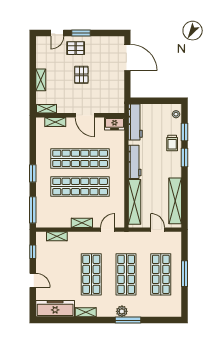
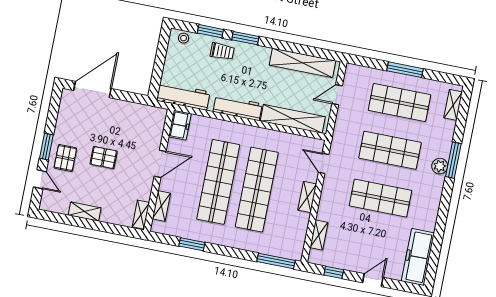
shelving: (41, 80) -> (85, 212), moved
window: (33, 173) -> (192, 244), moved
shelving: (86, 312) -> (453, 105), moved

